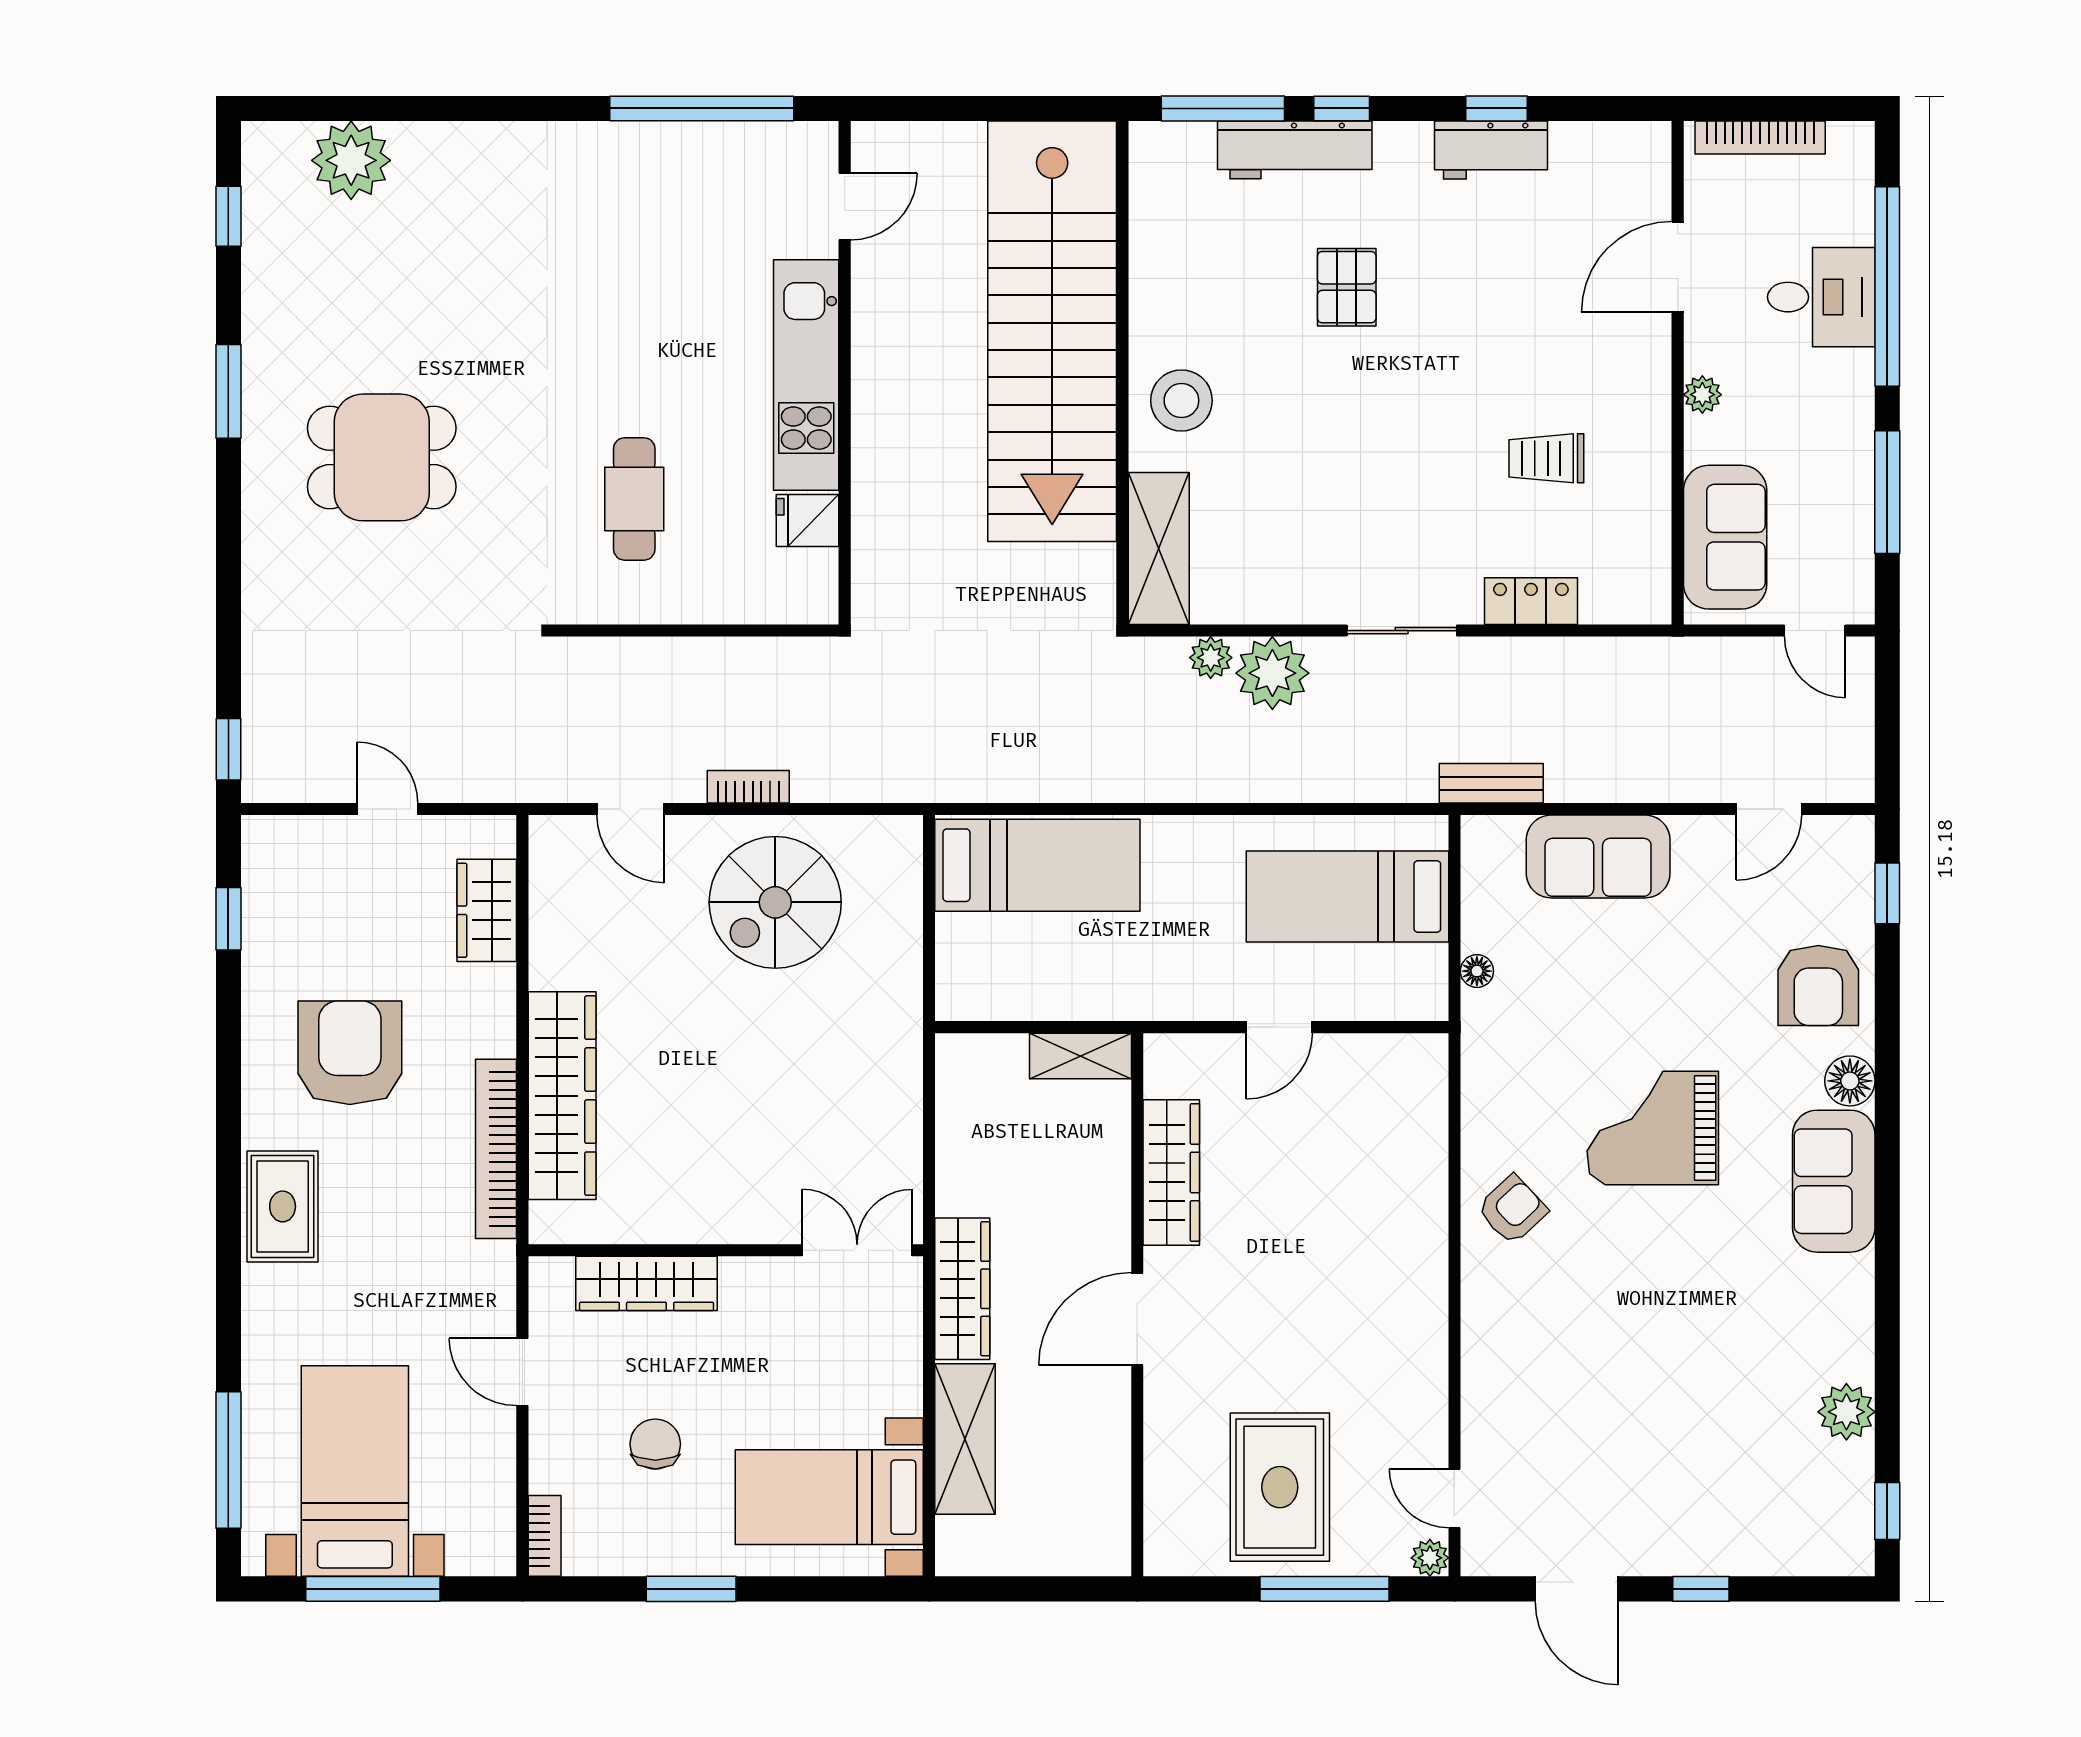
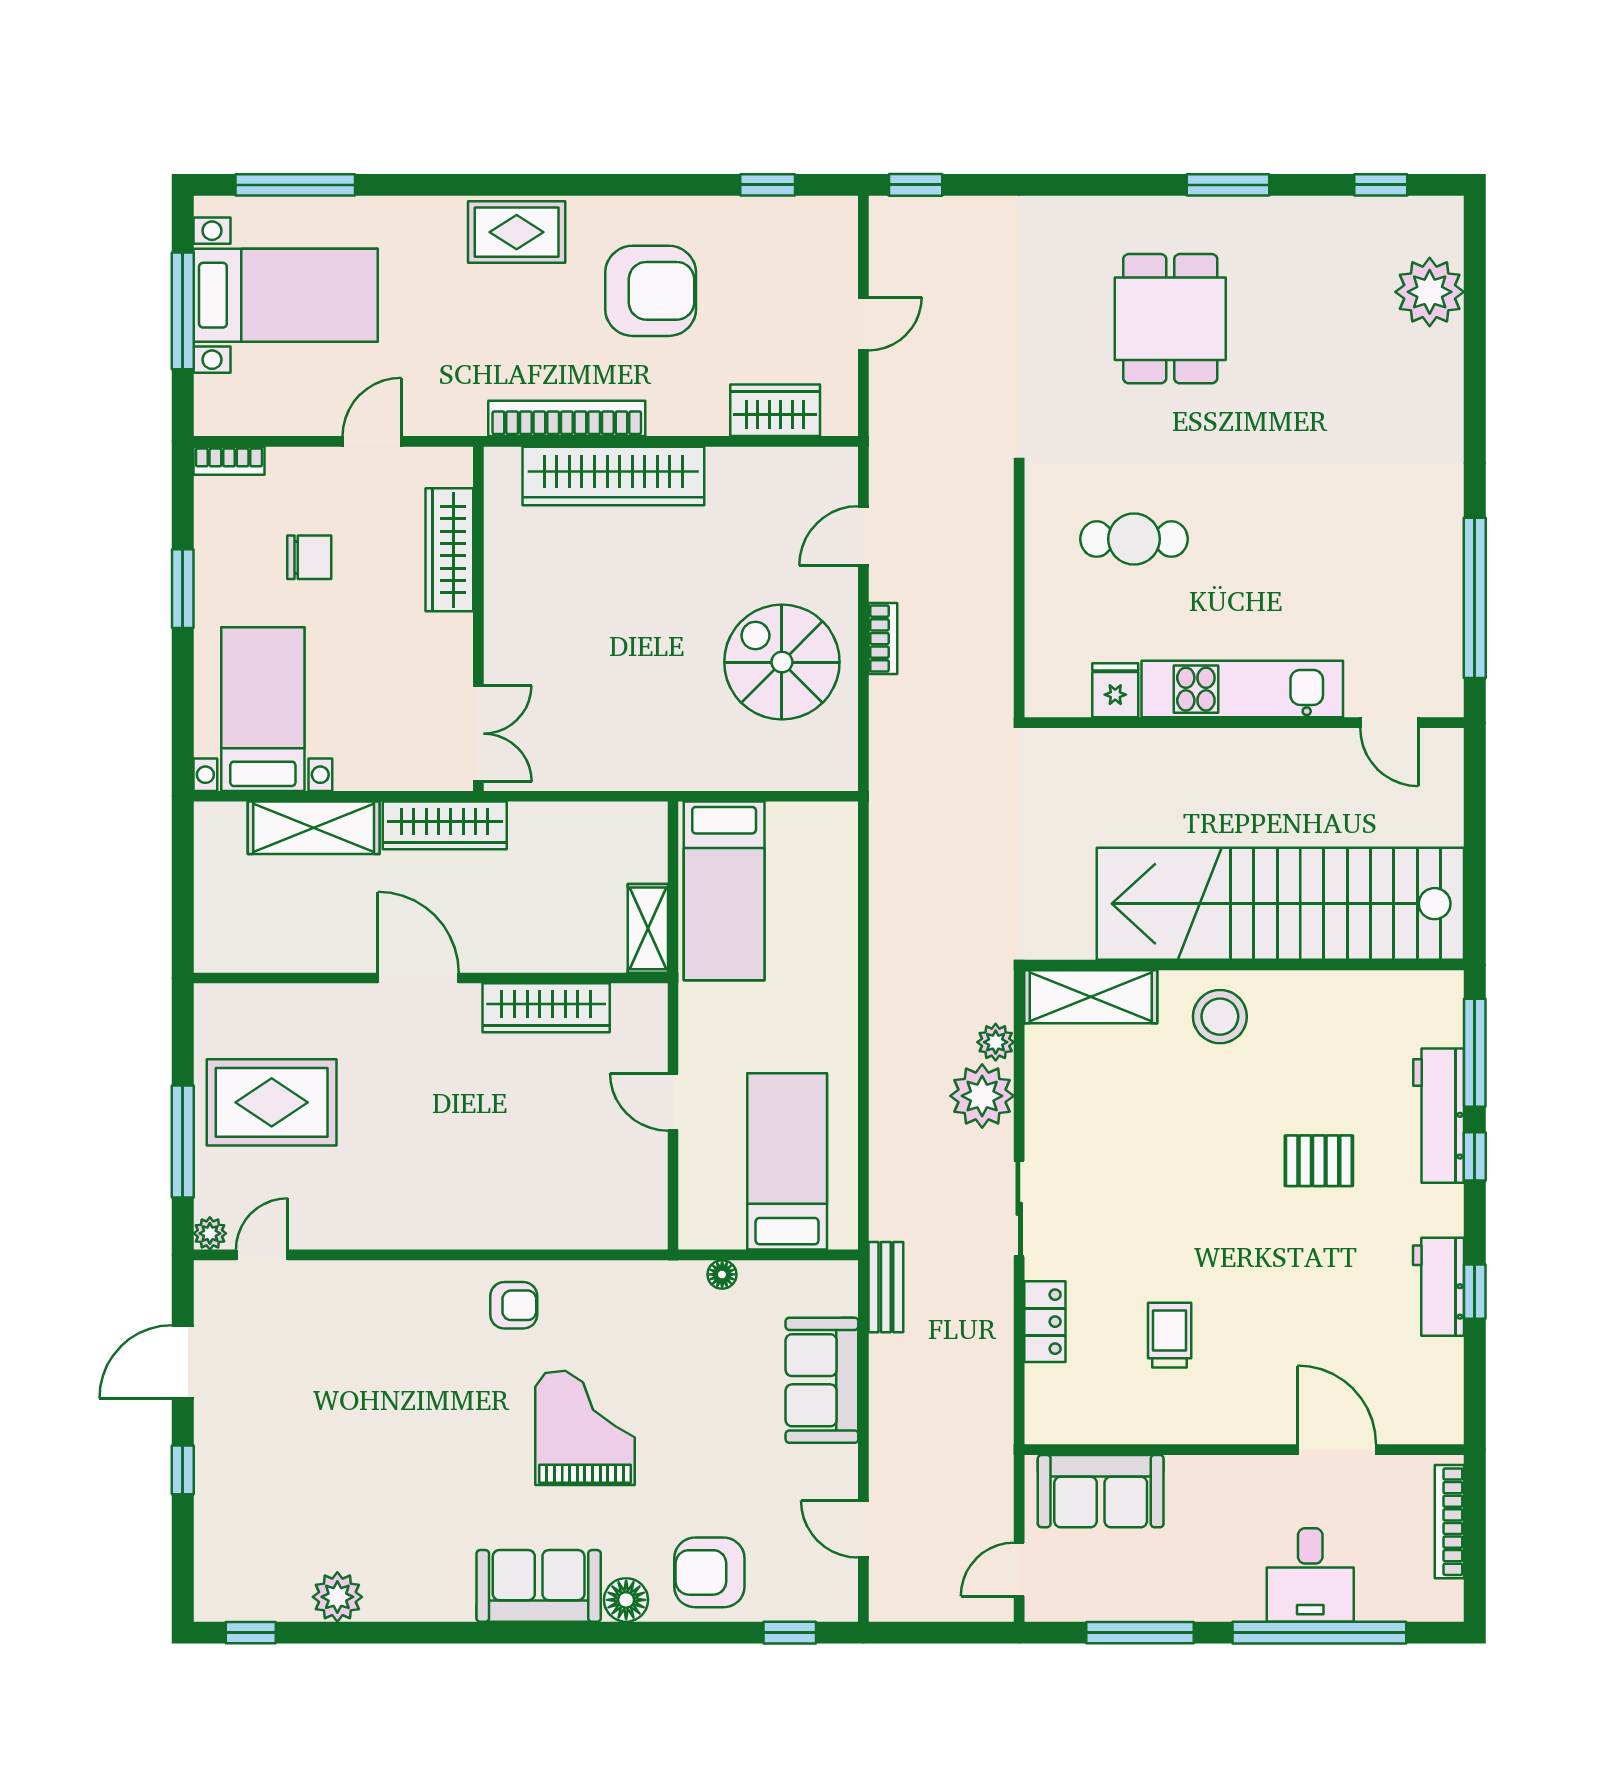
plant: (1702, 395) -> (1225, 1471), removed
bed: (1037, 865) -> (724, 891), moved
armchair: (1512, 1210) -> (514, 1305), turned -47

